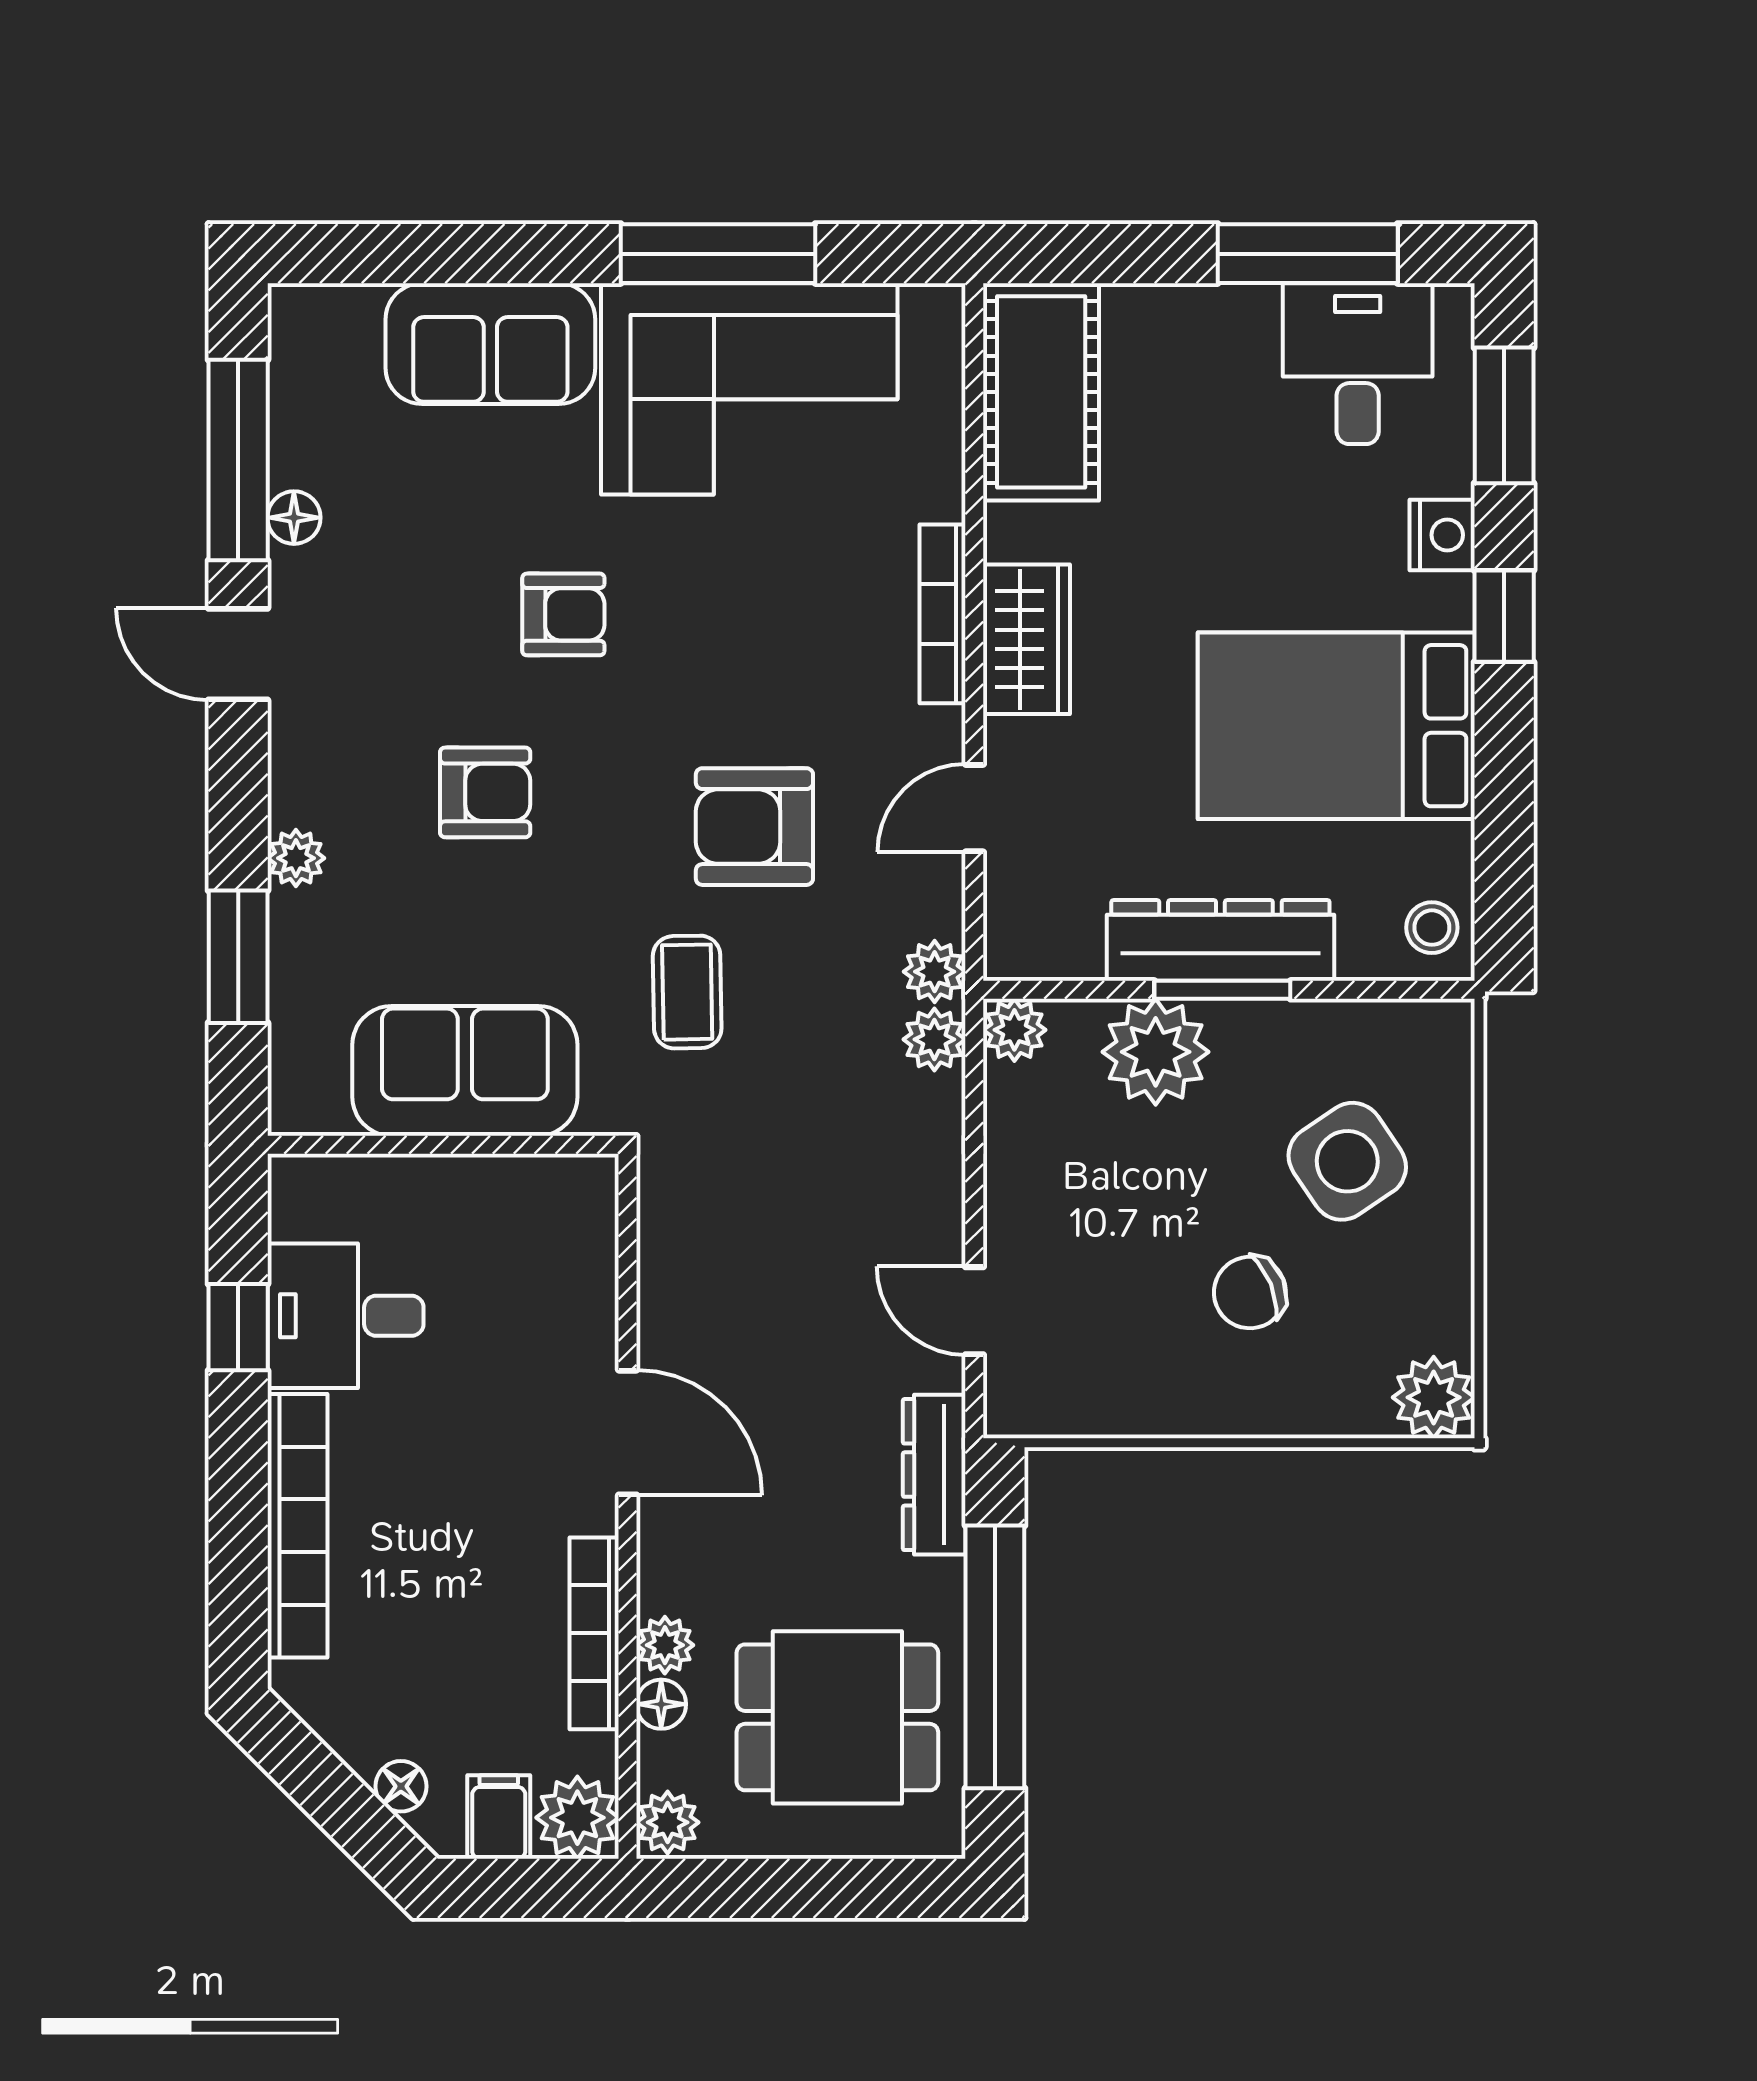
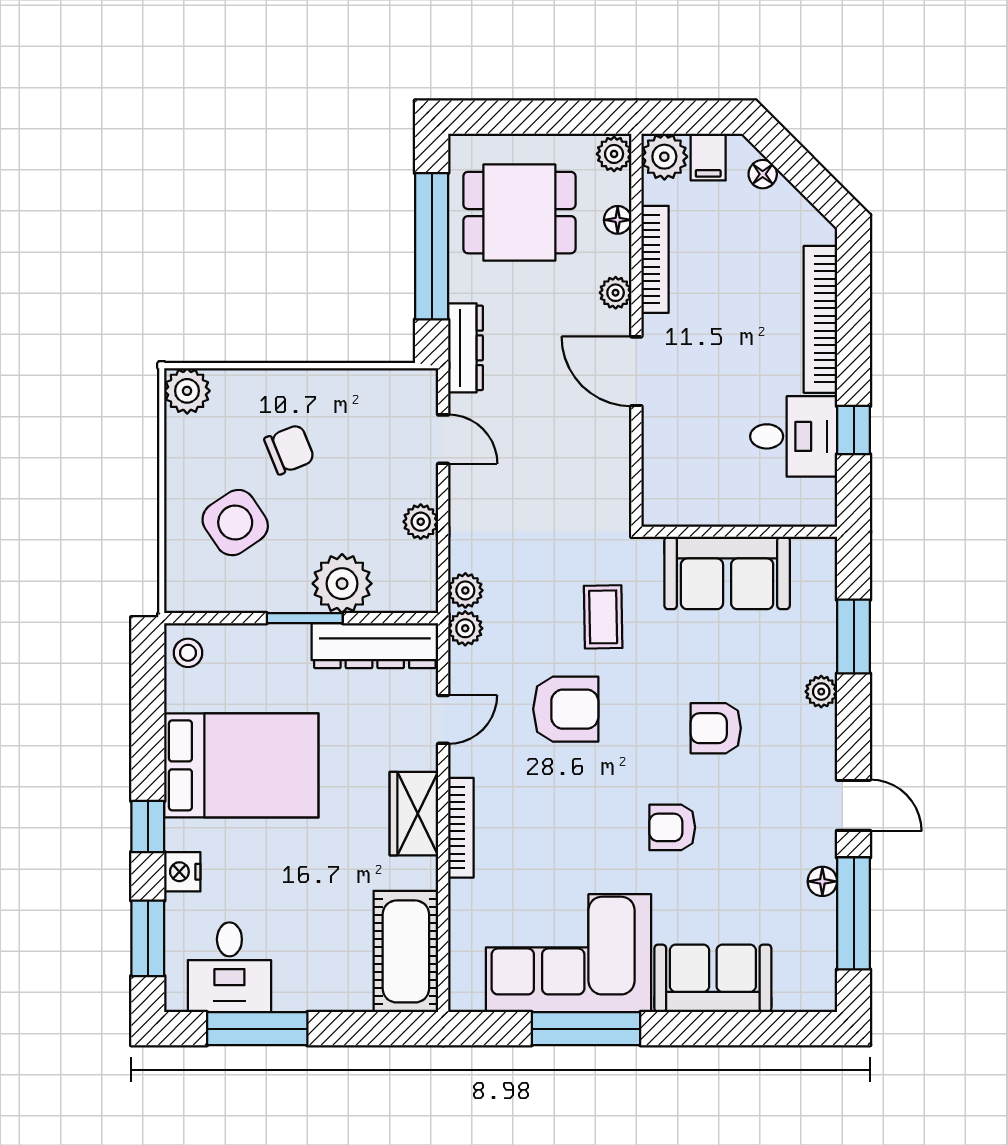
dresser: (1220, 940) -> (375, 646), moved
plant: (1014, 1030) -> (421, 522), moved
plant: (665, 1645) -> (616, 293), moved

